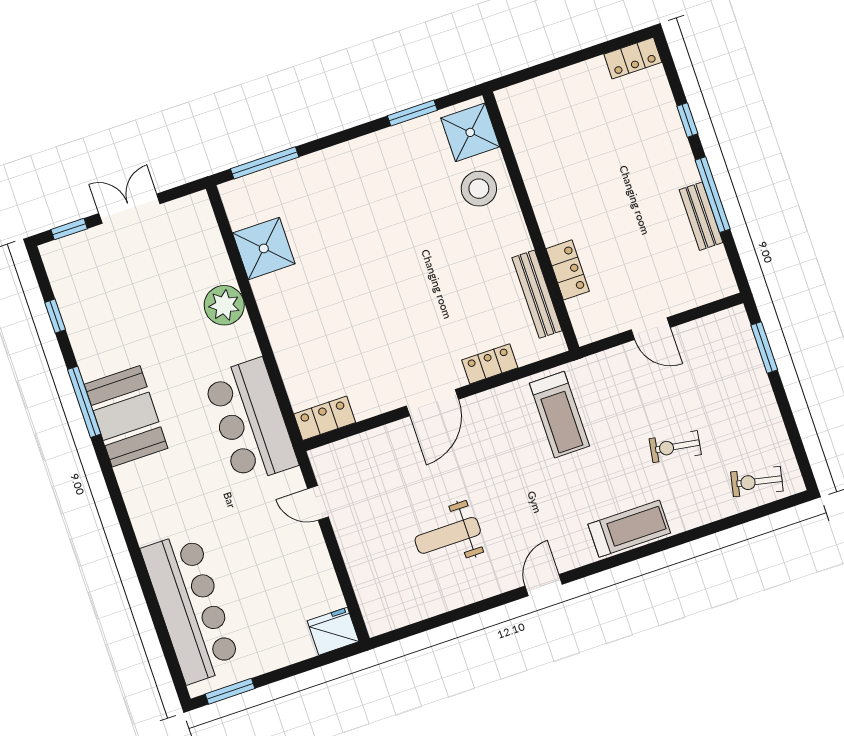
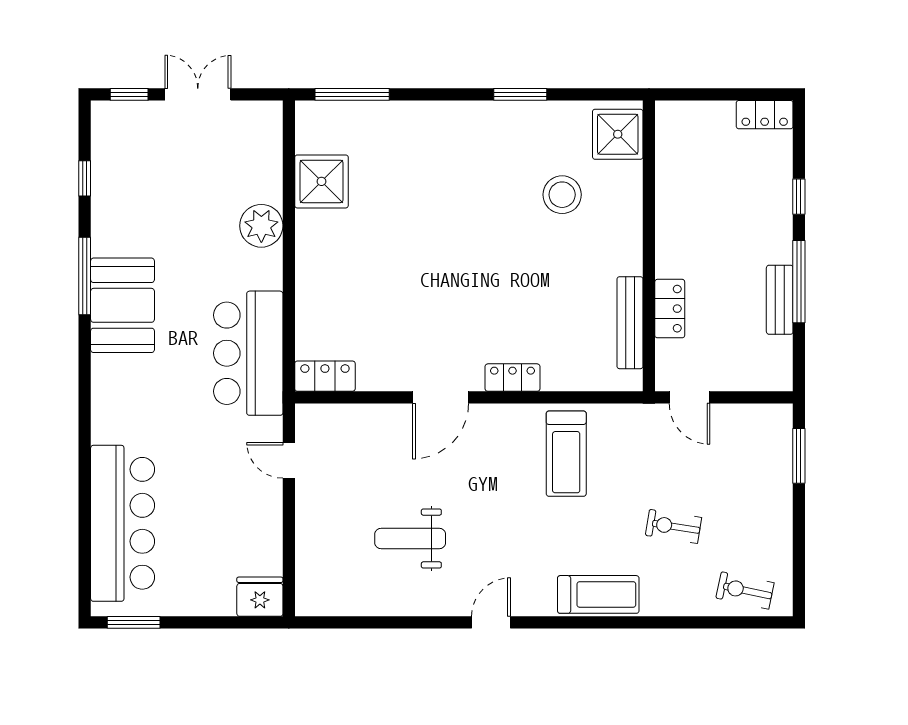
shower: (470, 132) -> (618, 134), moved
wall: (531, 221) -> (649, 246), moved
locker: (568, 270) -> (670, 309), moved
bench: (537, 294) -> (630, 323), moved

